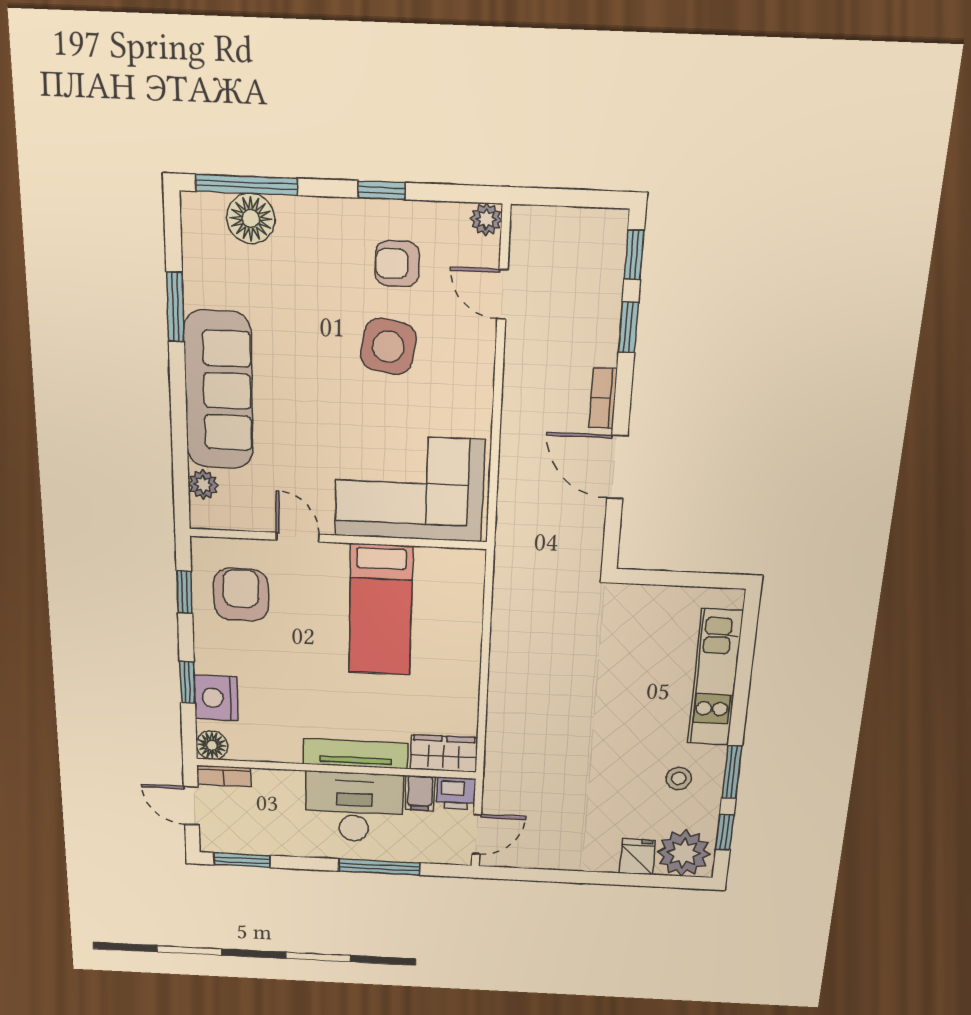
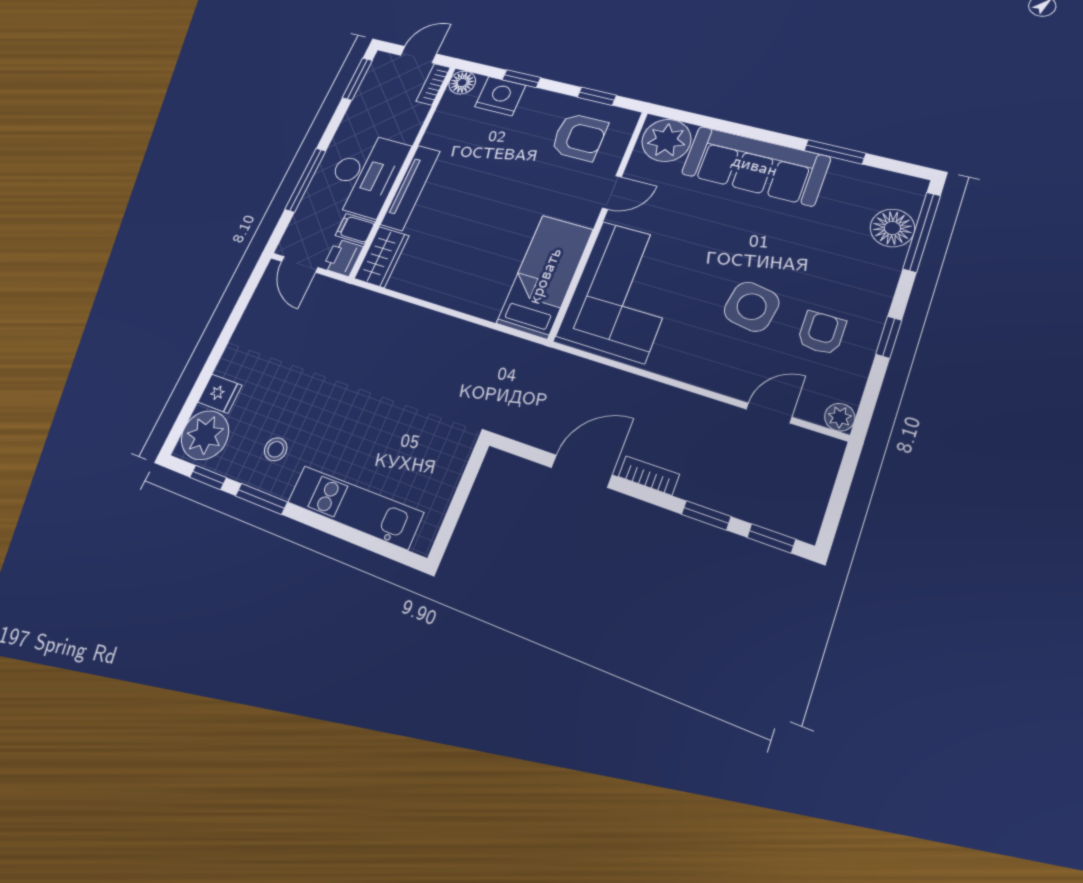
plant: (203, 484) -> (666, 140), width x1.88, depth x1.88
bed: (381, 610) -> (545, 276), moved, turned 90

